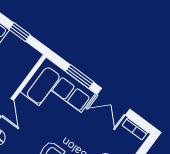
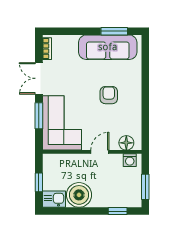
double door: (113, 102) -> (39, 78), swing flipped

